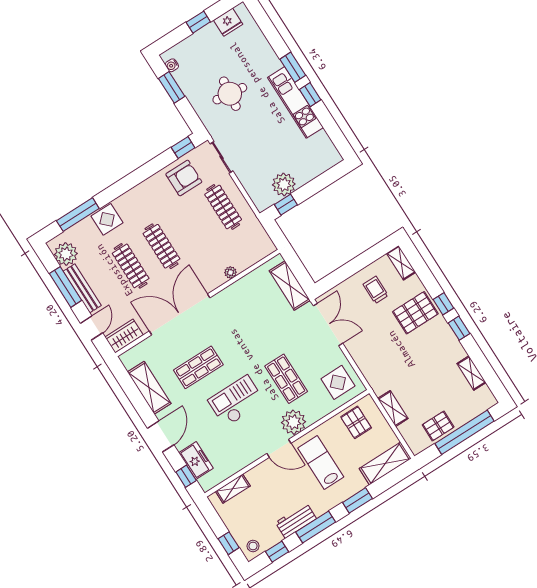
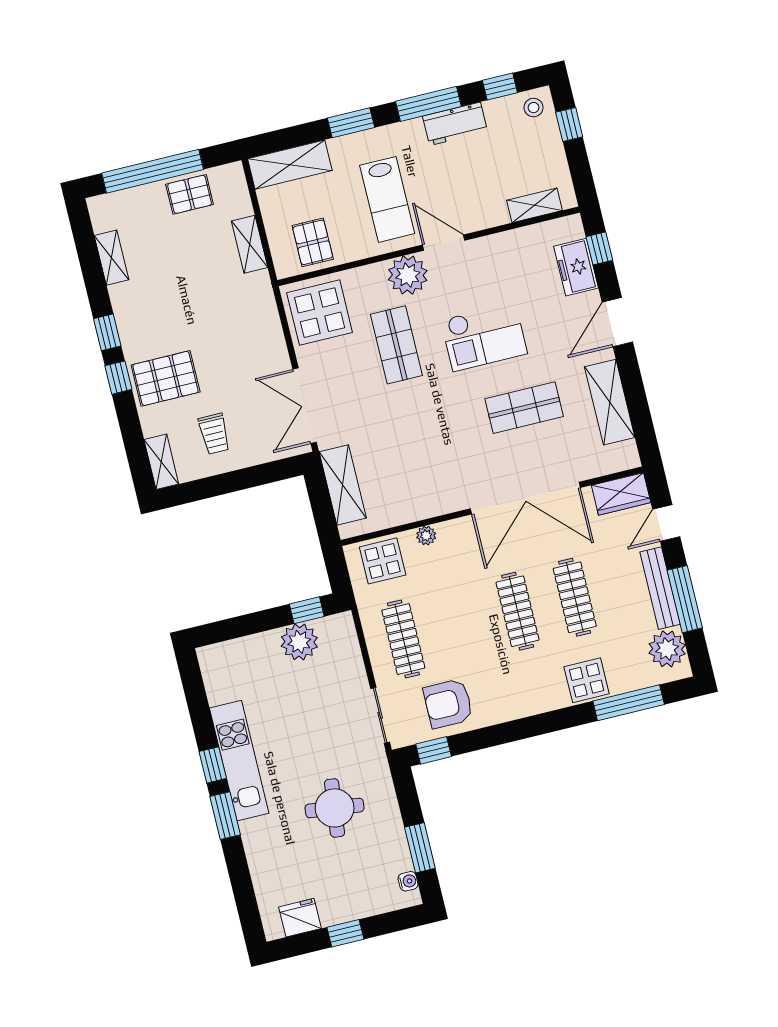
display table: (251, 249) -> (383, 561), added
display table: (338, 382) -> (320, 313), width x1.36, depth x1.36

